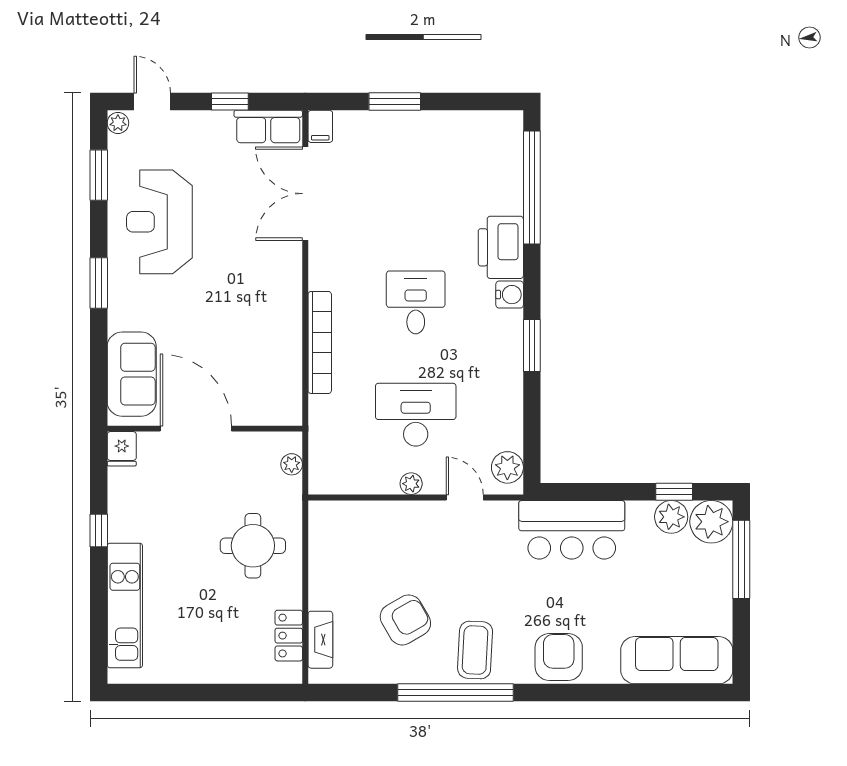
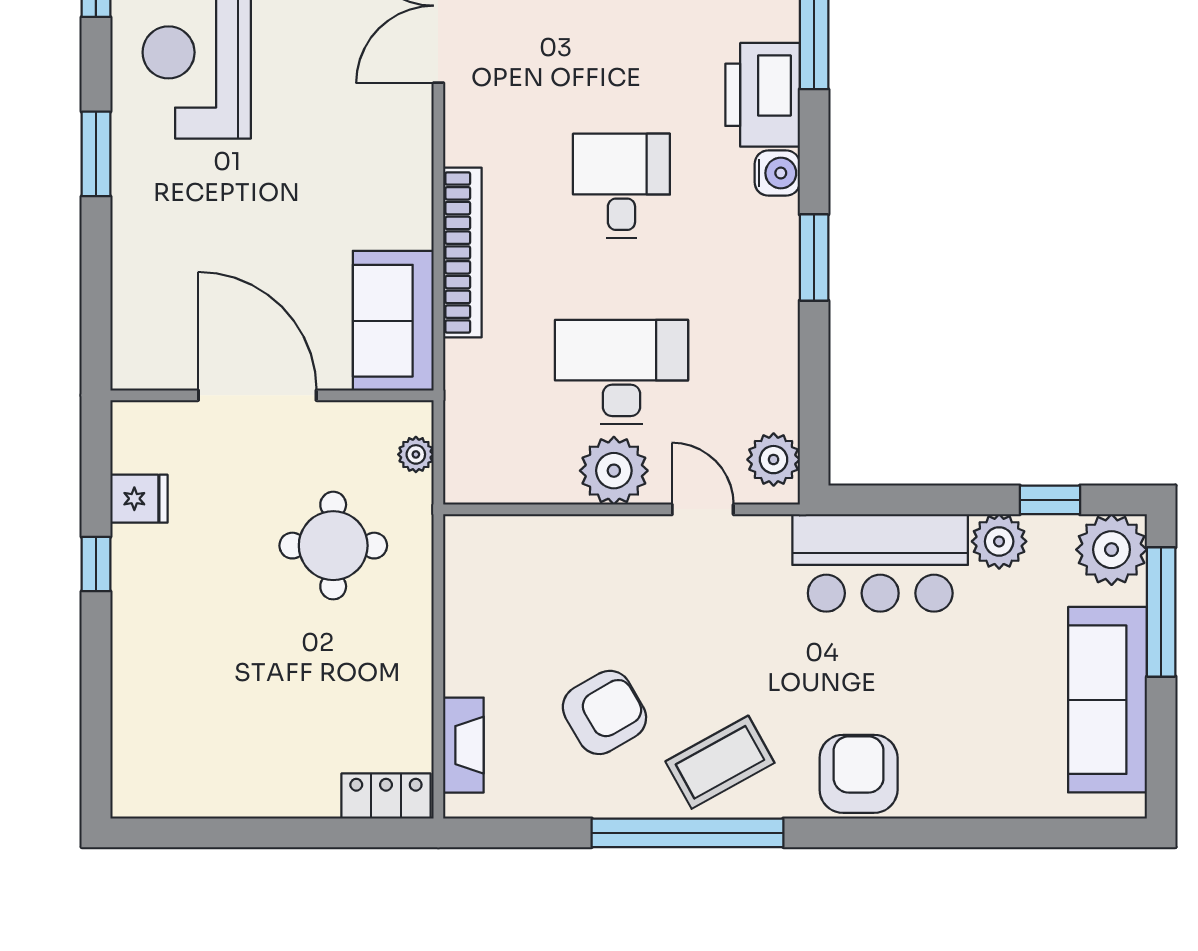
sofa: (132, 374) -> (393, 321), moved, turned 180
fridge: (122, 449) -> (139, 499), moved, turned -90
plant: (411, 484) -> (614, 471), width x1.88, depth x1.88
plant: (671, 517) -> (999, 541), moved
round table: (253, 546) -> (333, 546), moved
kitchen unit: (125, 605) -> (139, 688), removed
locker: (289, 636) -> (386, 796), moved, turned 90
coffee table: (475, 650) -> (720, 762), turned 58
sofa: (677, 660) -> (1108, 700), moved, turned -90

